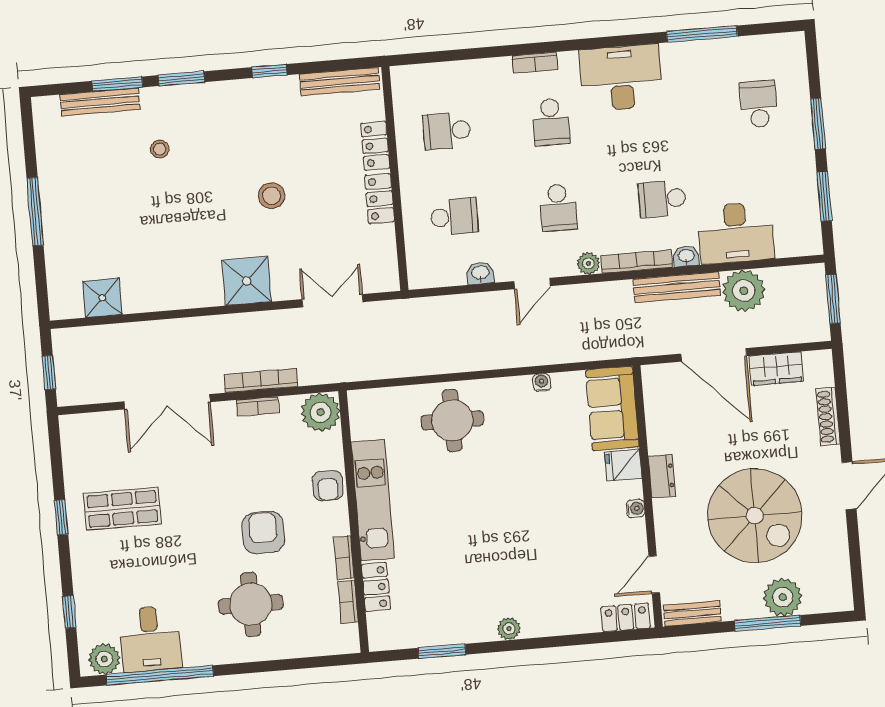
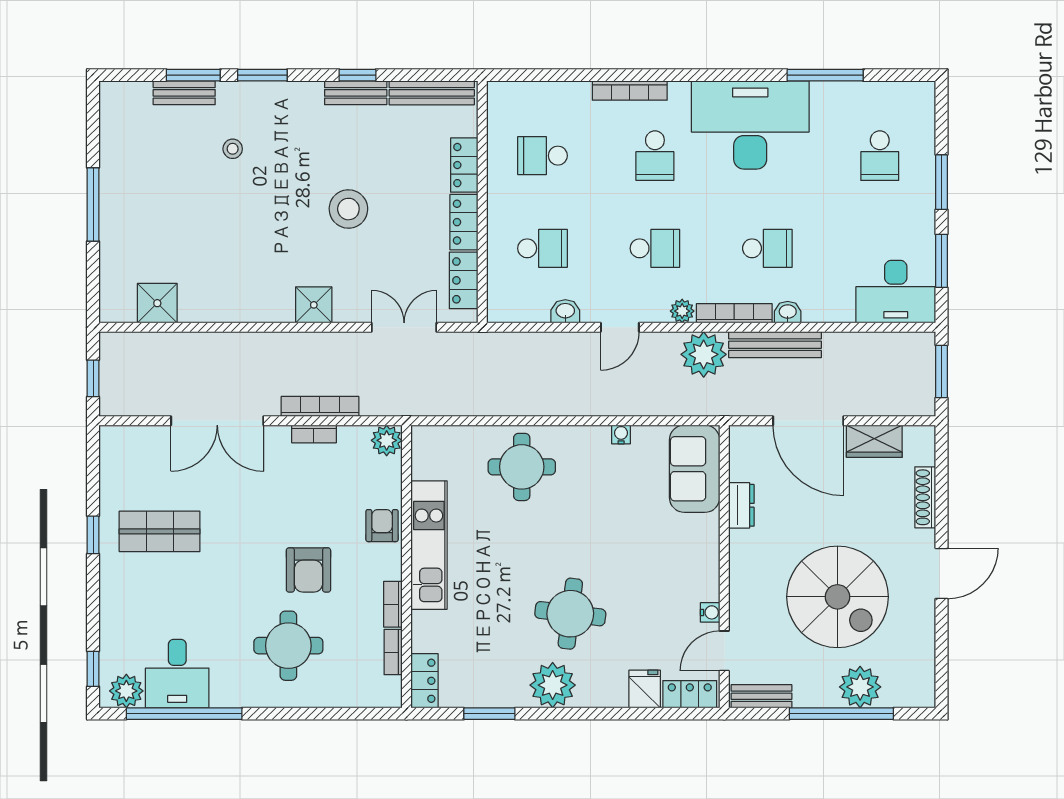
bookcase: (535, 63) -> (630, 91), width x1.56
desk: (621, 78) -> (750, 125), width x1.36, depth x1.30
bench: (269, 88) -> (356, 93), added
bench: (100, 102) -> (184, 93), width x0.73
school desk: (759, 104) -> (880, 156), turned 180
stool: (272, 196) -> (348, 209), width x1.38, depth x1.38
school desk: (662, 199) -> (767, 248), turned 180
school desk: (558, 208) -> (655, 248), turned -90
desk: (736, 233) -> (896, 292), moved
locker: (384, 253) -> (464, 280), added
shower: (247, 281) -> (314, 305), width x0.73, depth x0.73
plant: (744, 291) -> (704, 354), moved
plant: (321, 412) -> (387, 440), width x0.73, depth x0.73
fridge: (623, 465) -> (645, 689), moved, turned 90
dresser: (662, 476) -> (741, 505), moved
armchair: (328, 486) -> (382, 526), turned 180
water cooler: (635, 508) -> (710, 612), moved
armchair: (263, 533) -> (308, 570), turned 180
round table: (509, 552) -> (570, 614), added
locker: (376, 587) -> (425, 681), moved
window: (69, 612) -> (93, 669), moved
window: (768, 623) -> (841, 714), width x1.46
plant: (509, 629) -> (553, 685), width x1.88, depth x1.88

